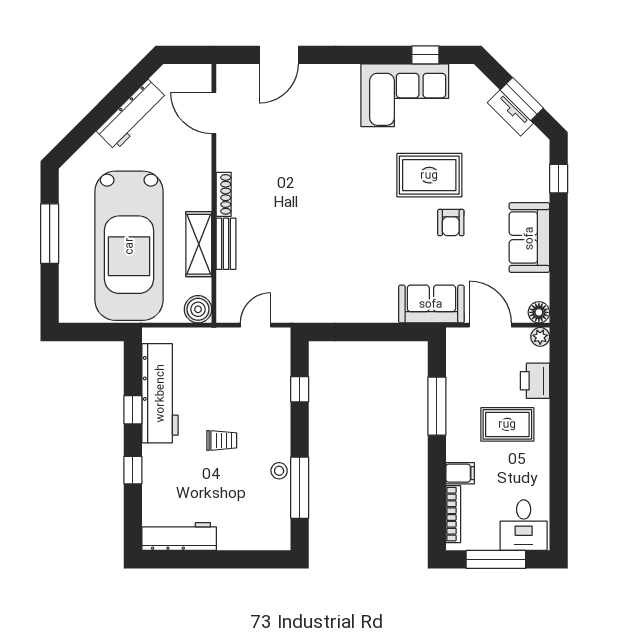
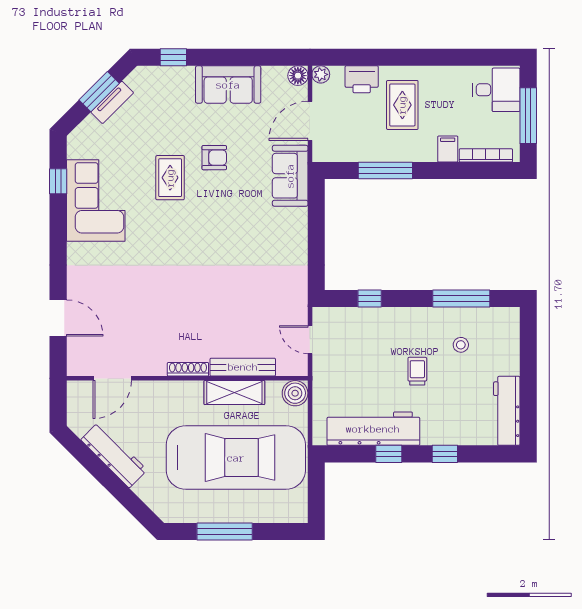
rug: (429, 175) -> (170, 178), width x0.73, depth x0.70
bench: (226, 244) -> (243, 367), width x1.36
stool: (279, 471) -> (461, 345), moved

